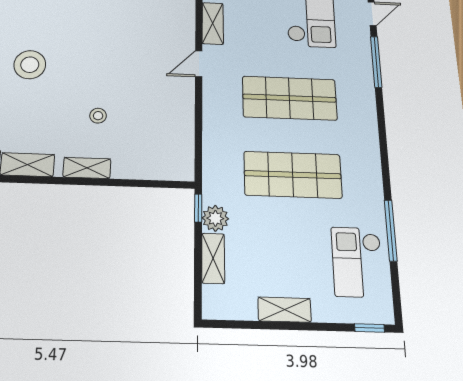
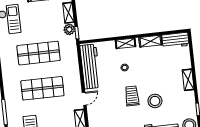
trolley: (92, 55) -> (132, 96), added
stool: (30, 65) -> (155, 101), moved
workbench: (176, 129) -> (90, 66), added

